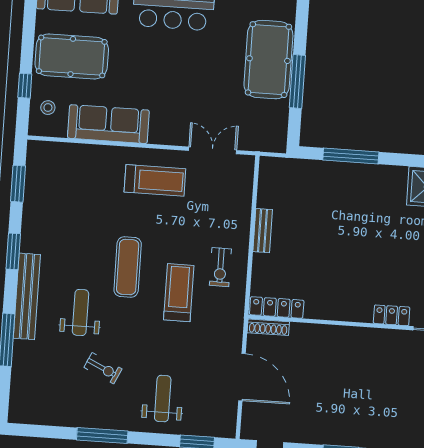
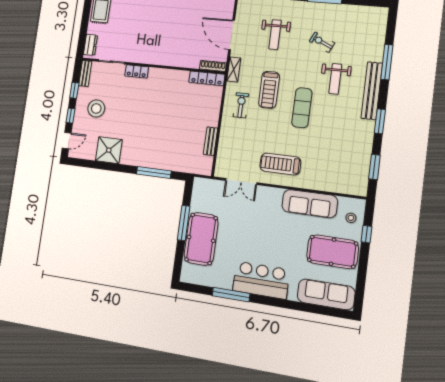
bench: (263, 231) -> (211, 141), moved
shelving: (235, 323) -> (234, 69), added
weight bench: (163, 399) -> (275, 35), moved

